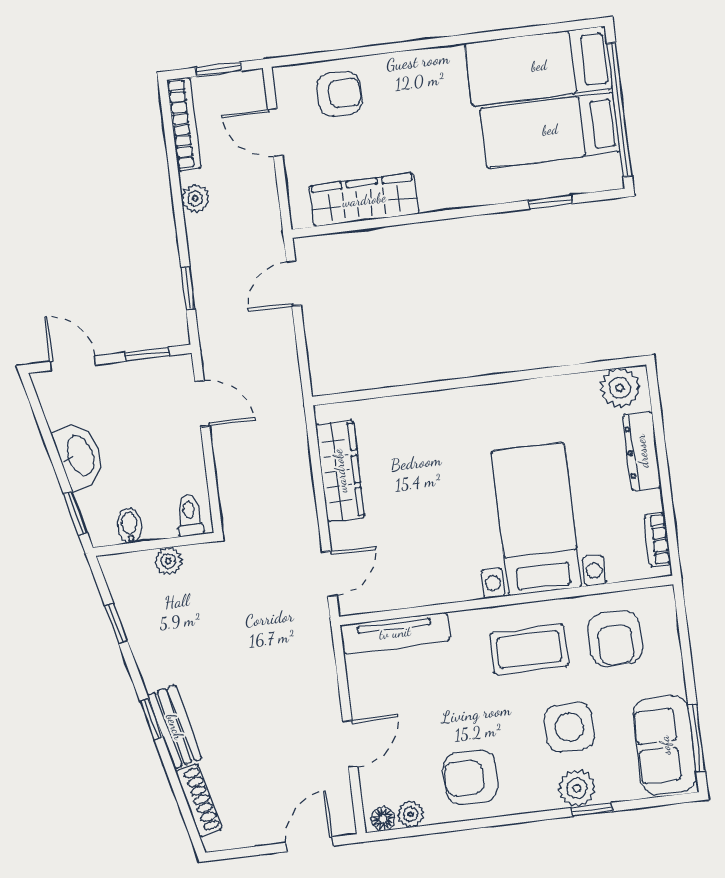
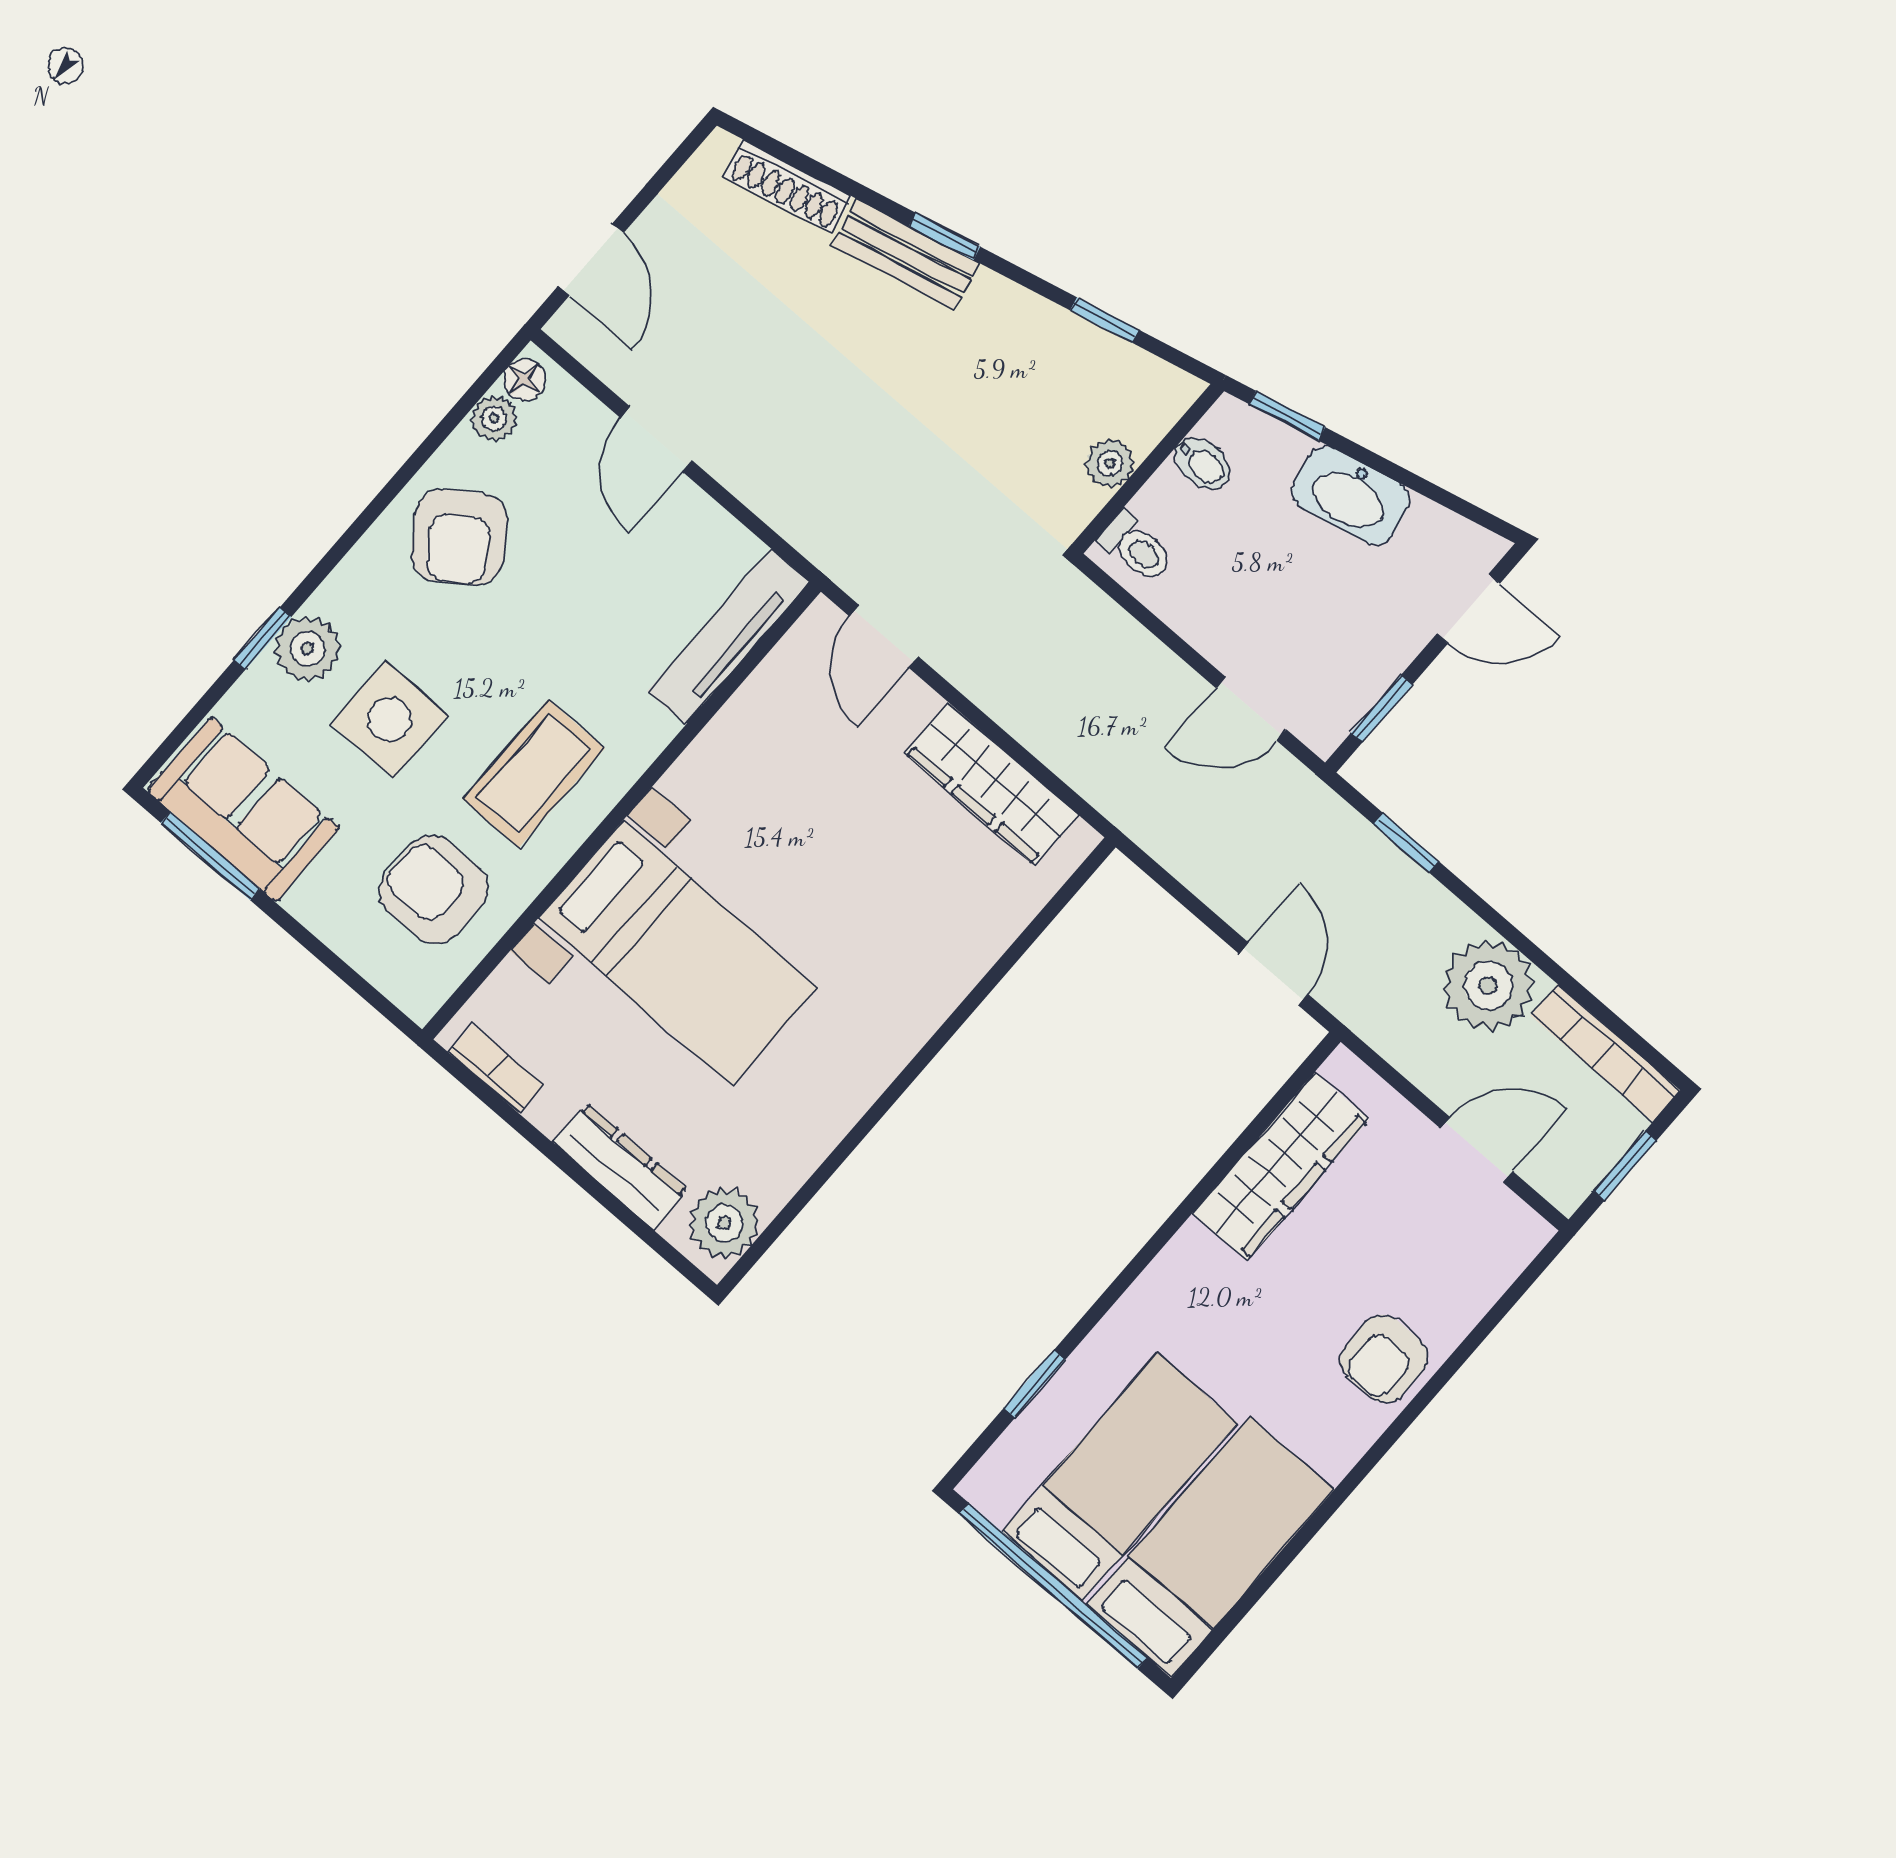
armchair: (339, 94) -> (1384, 1359), moved
plant: (195, 198) -> (1488, 985), width x1.87, depth x1.87
armchair: (470, 777) -> (459, 537), turned 145

